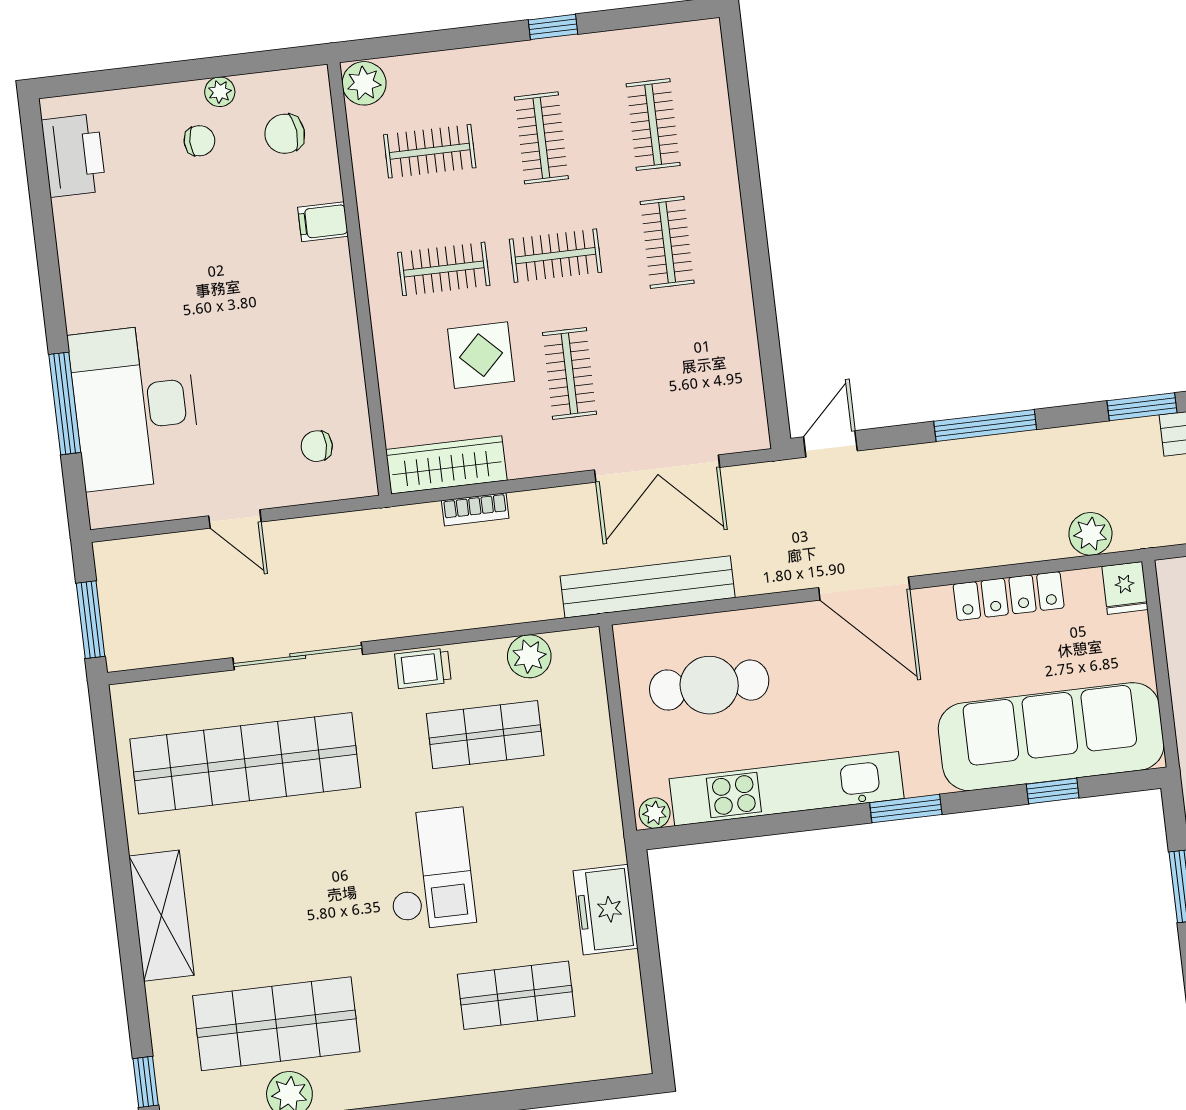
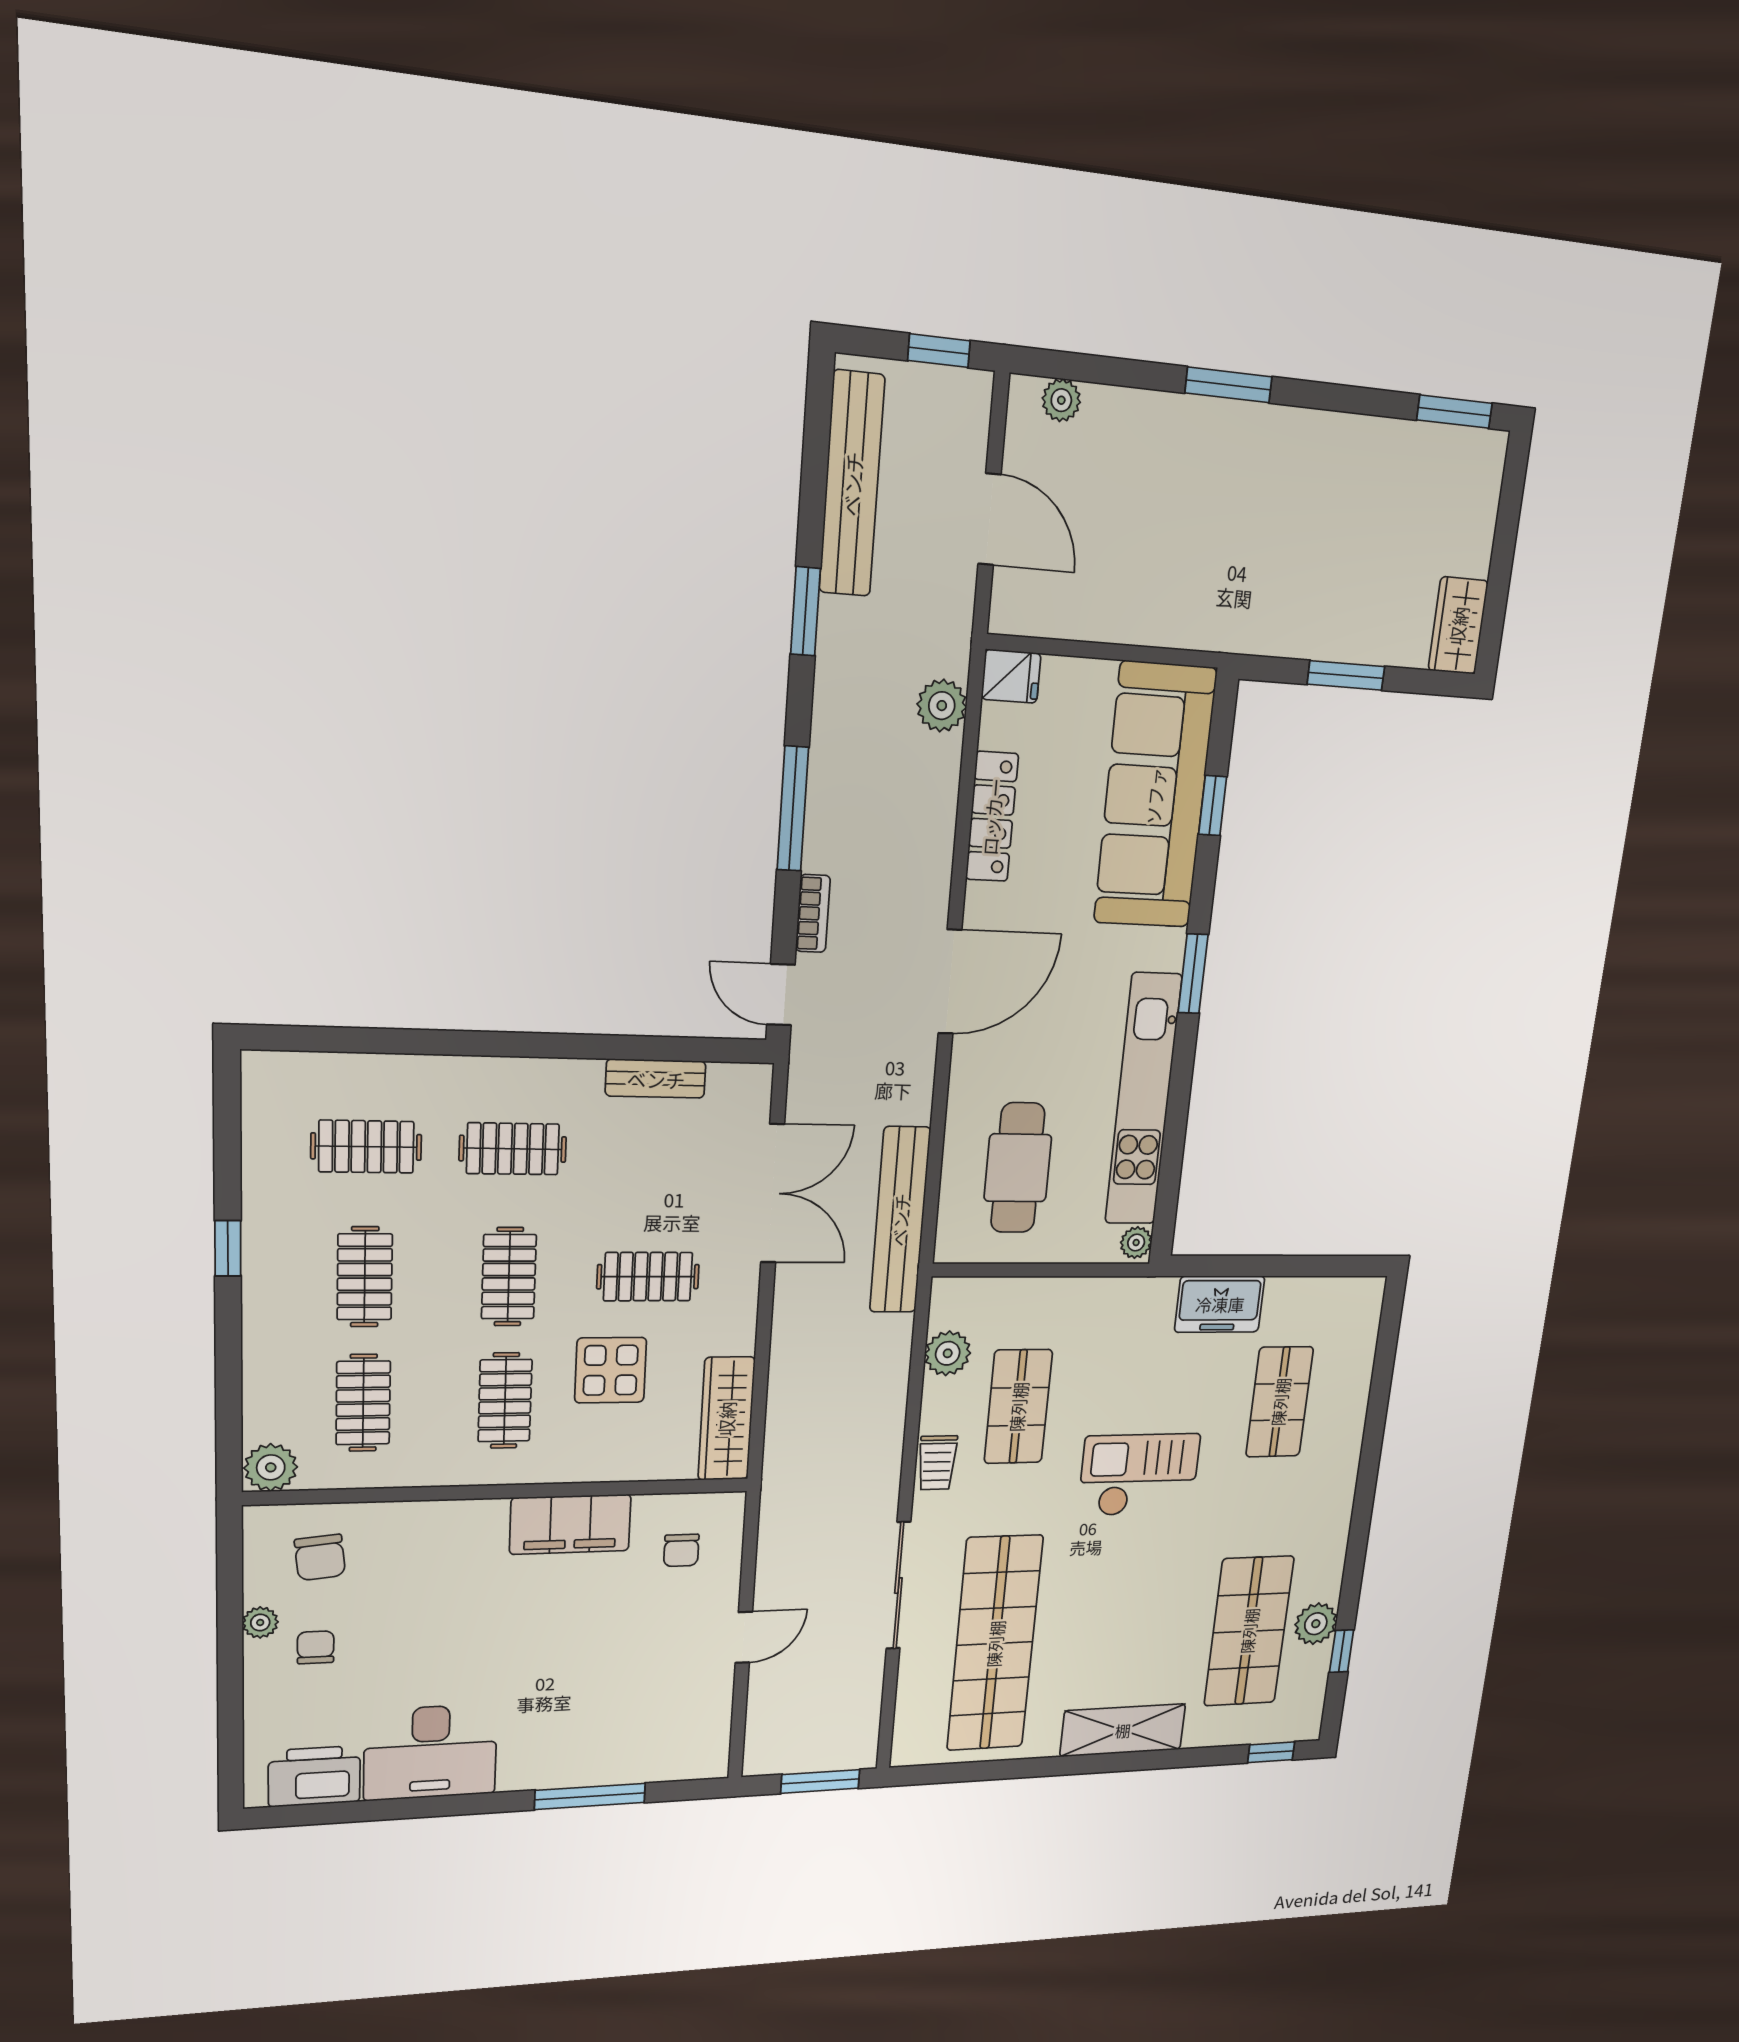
clothes rail: (541, 138) -> (365, 1277), turned 90
filing cabinet: (323, 222) -> (570, 1524), moved, width x3.00, depth x1.17
bench: (744, 351) -> (656, 1079), added
desk: (135, 407) -> (430, 1752), moved, width x0.73, depth x0.77
bookcase: (475, 509) -> (813, 913), moved

